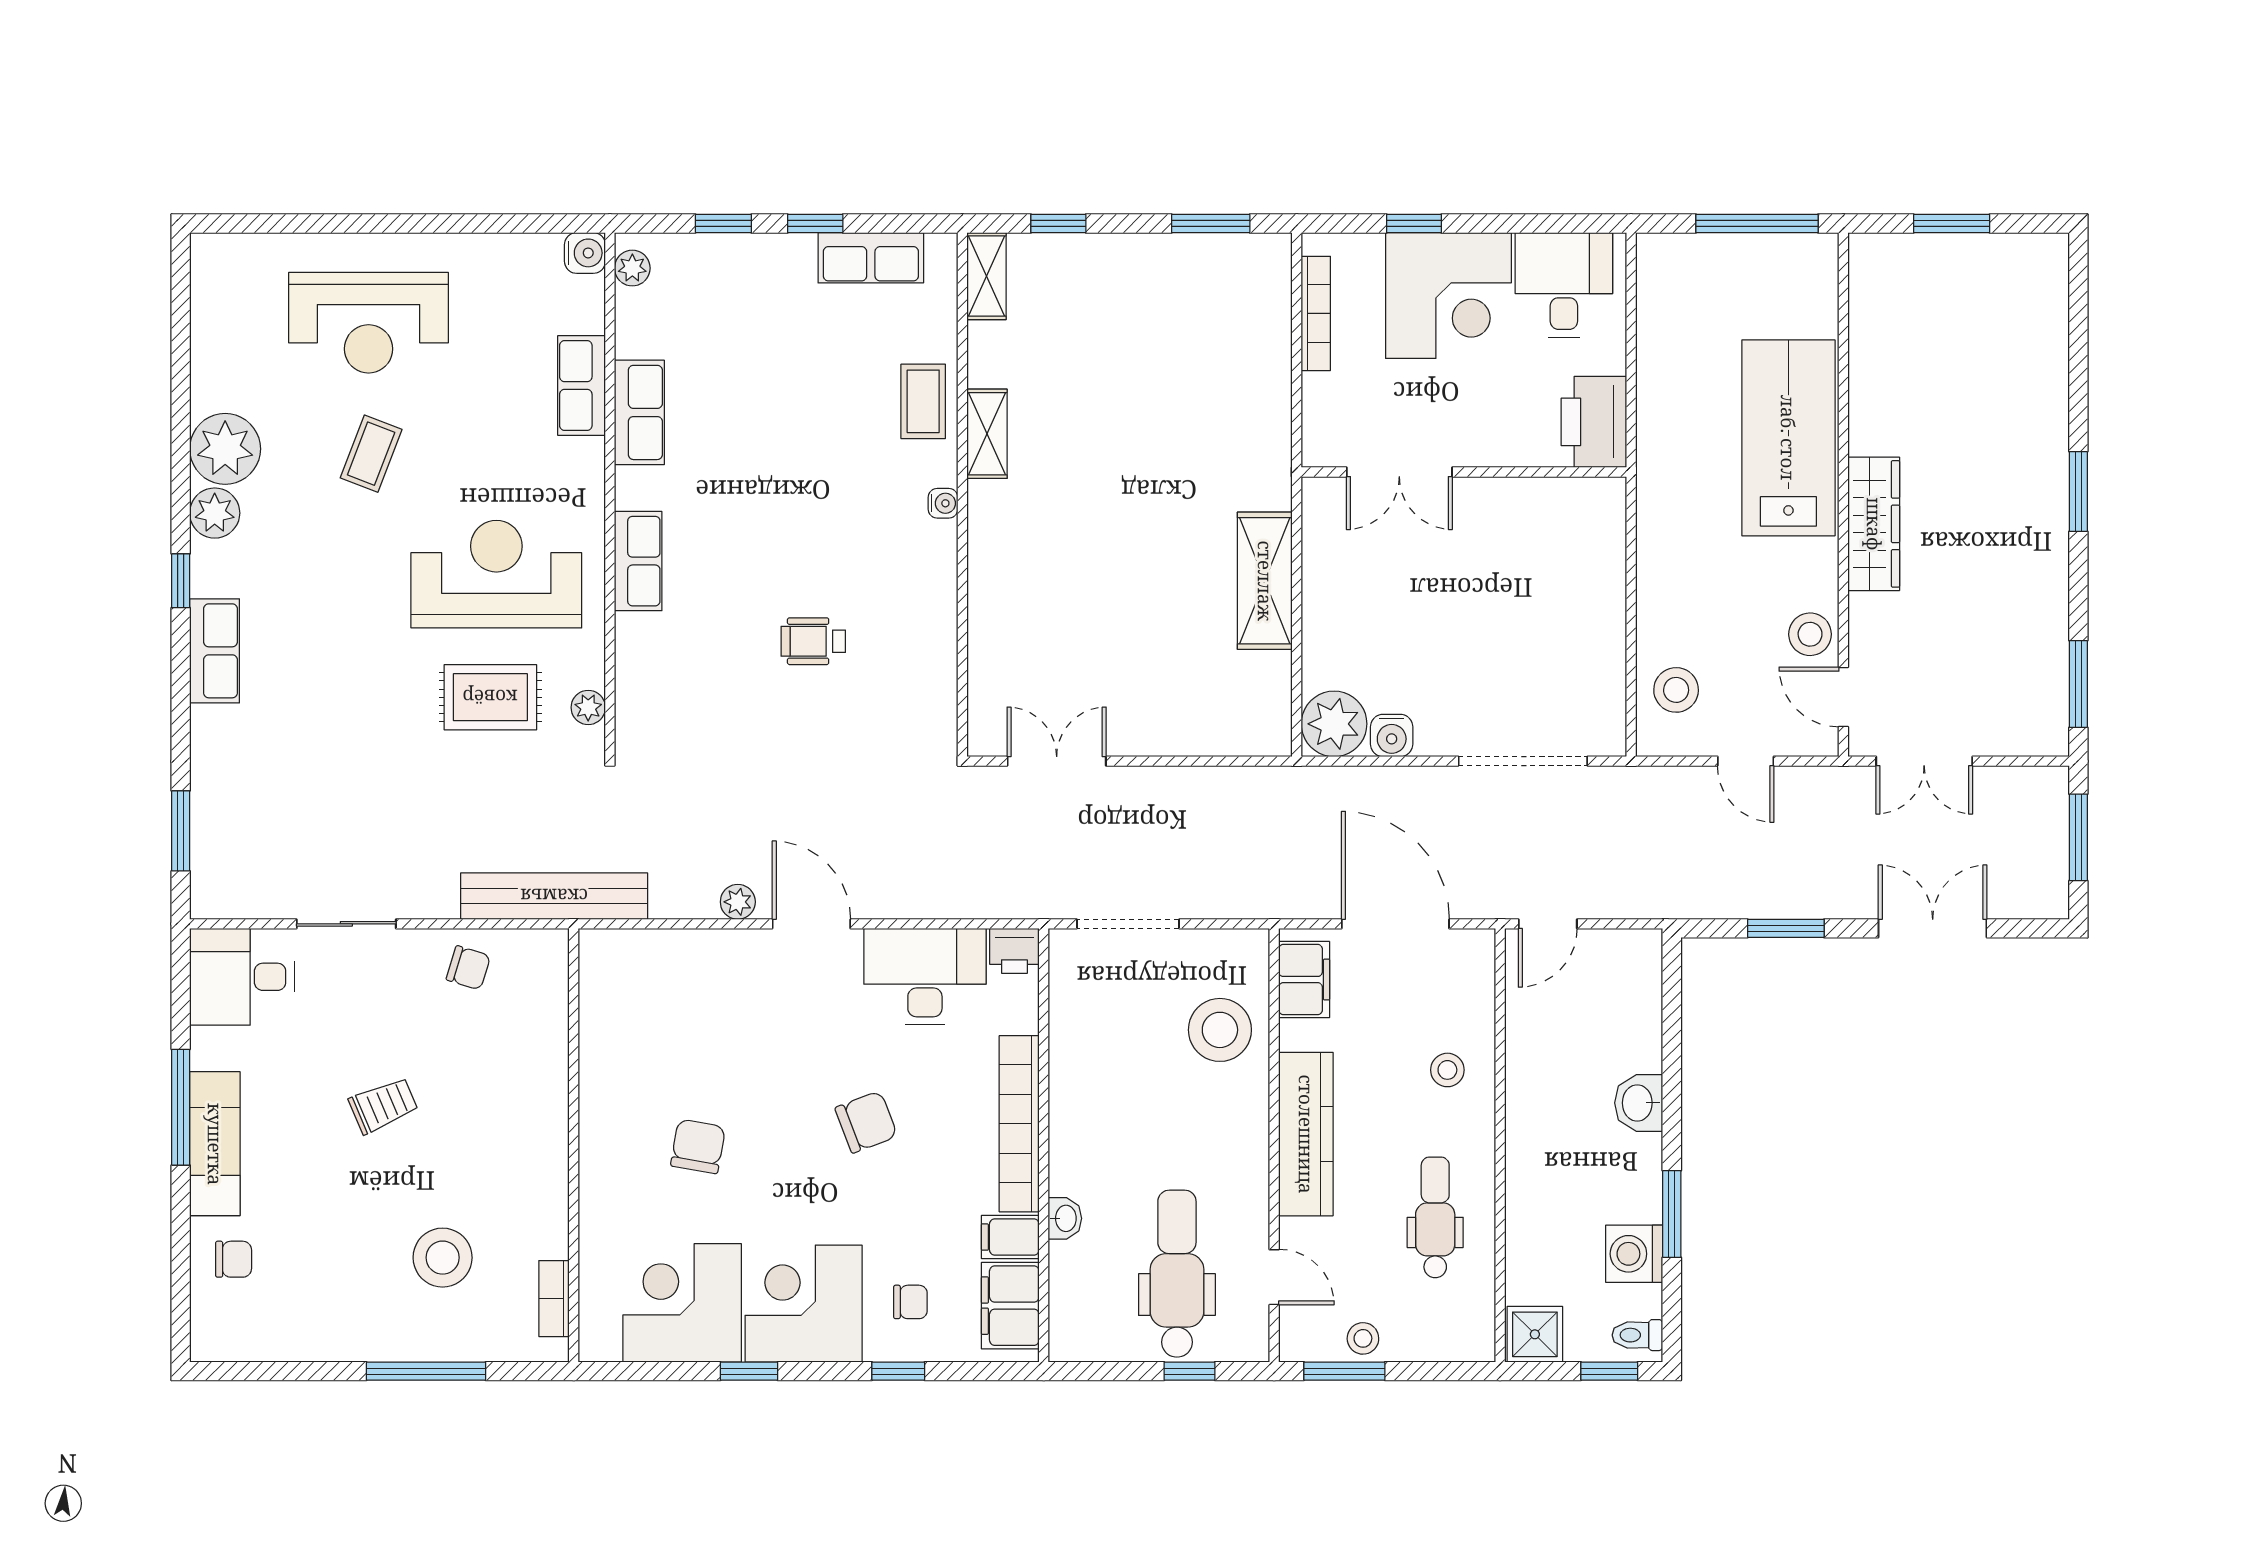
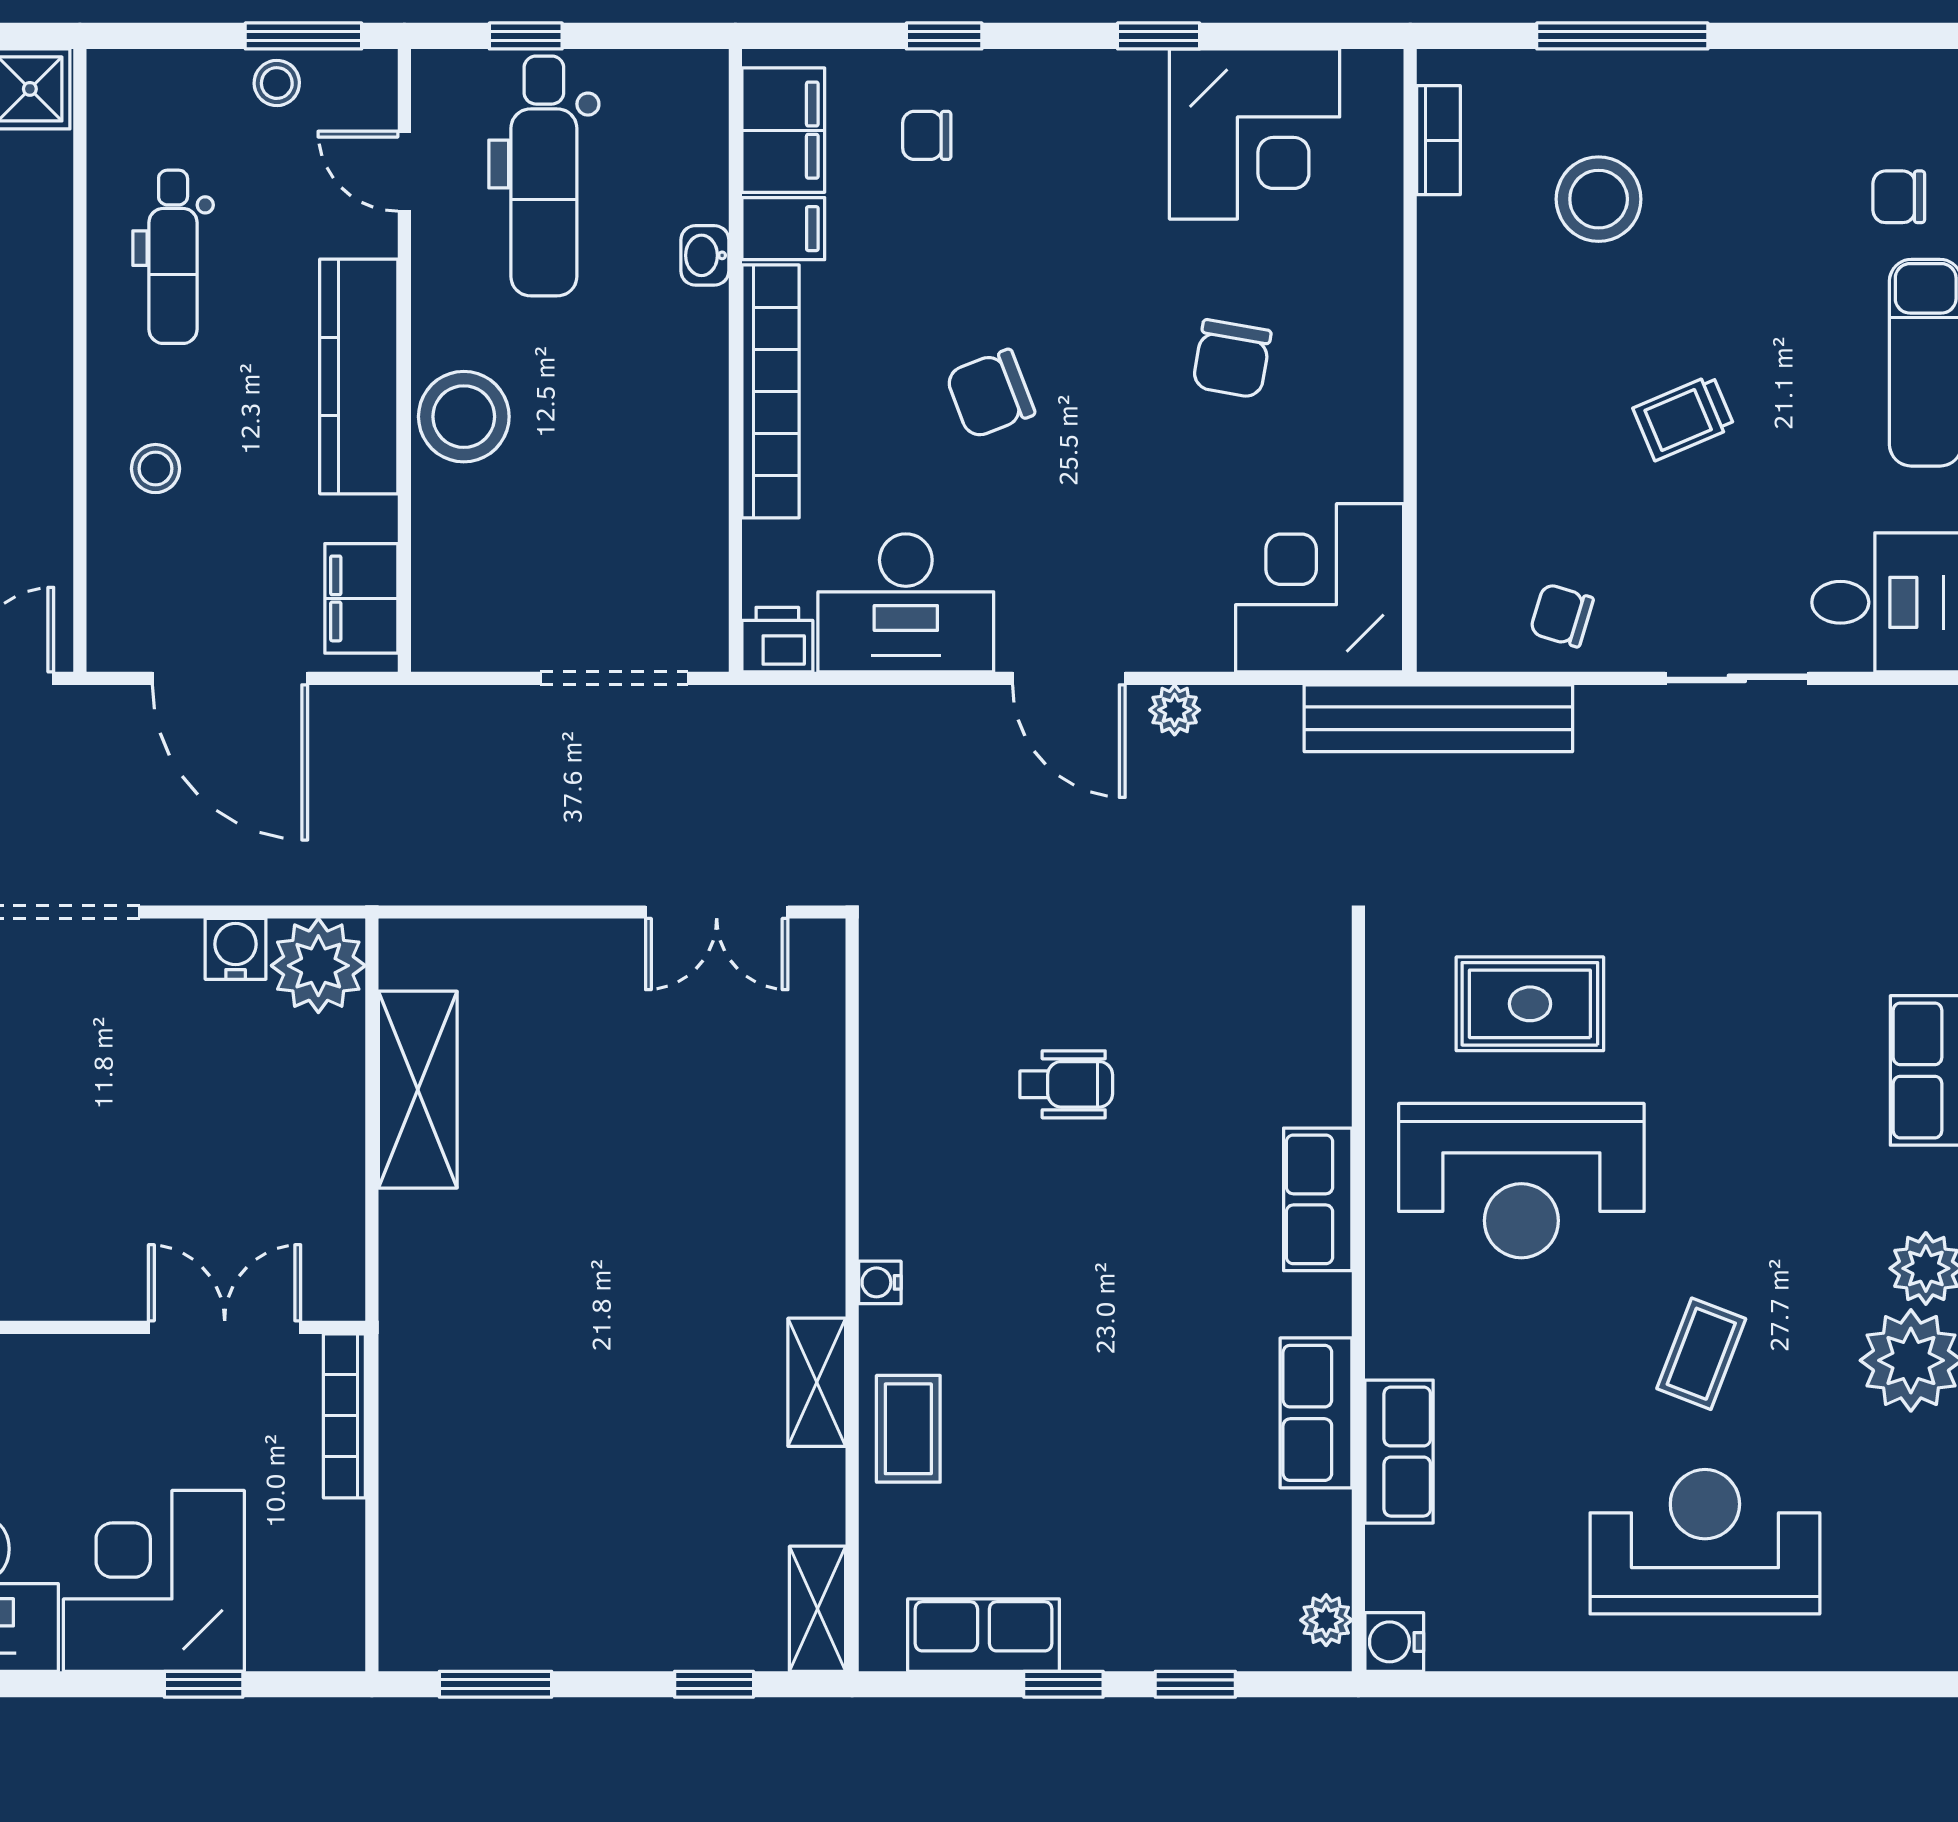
bookcase: (1316, 313) -> (344, 1416), moved
shelving: (1265, 581) -> (418, 1090), moved
plant: (588, 707) -> (1389, 989), removed
stool: (1220, 1030) -> (464, 417), moved
corner desk: (804, 1304) -> (1320, 588), moved, turned 180

